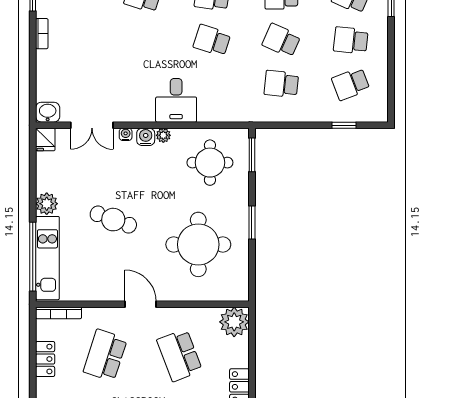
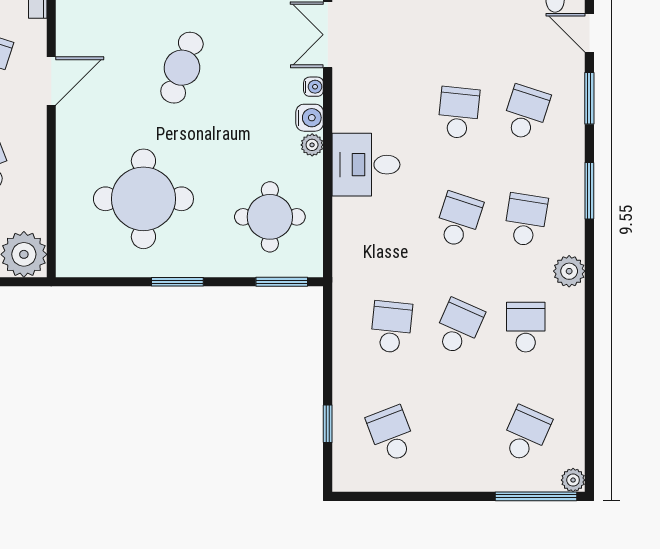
school desk: (351, 40) -> (459, 113), moved
door: (141, 304) -> (51, 81), moved

